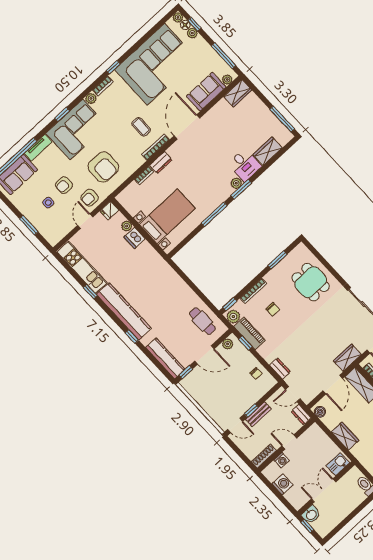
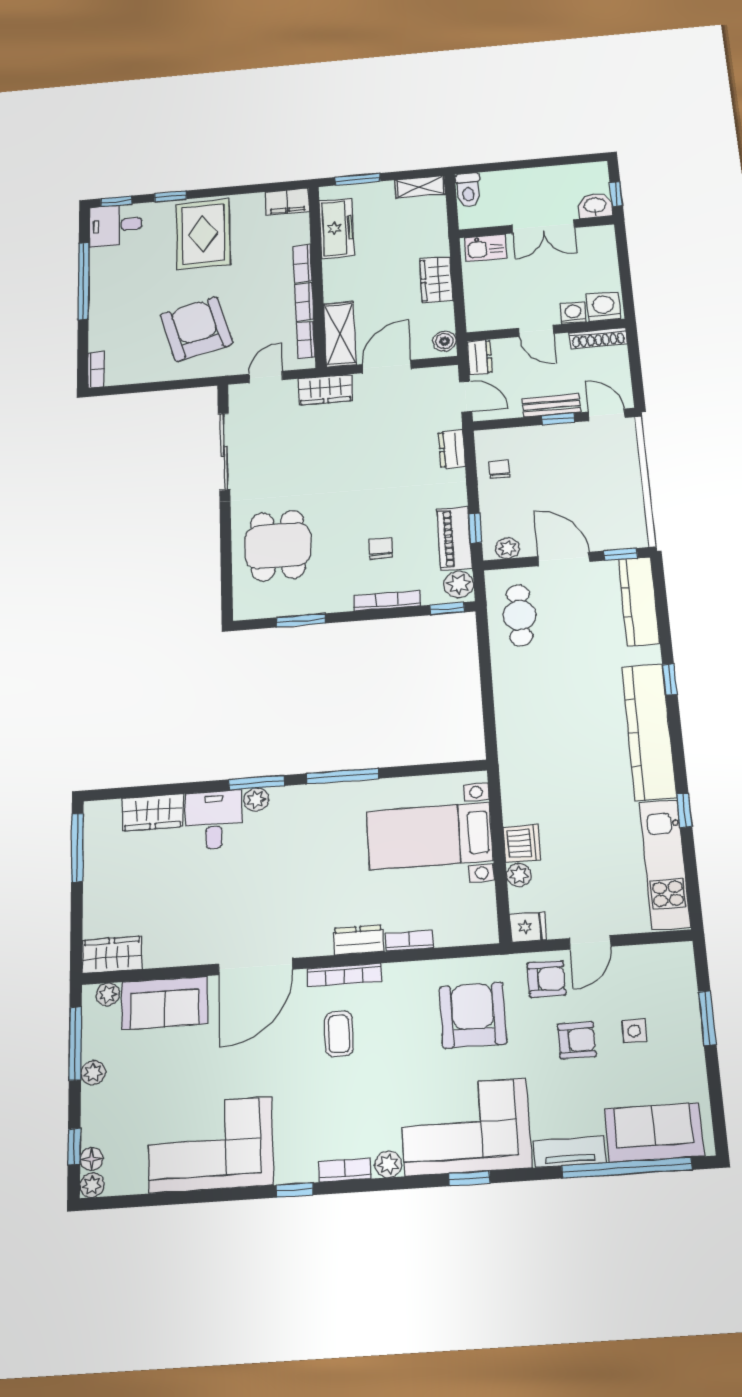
plant: (192, 33) -> (93, 1073), moved
corner sofa: (156, 64) -> (211, 1145), width x0.73, depth x0.74
washing machine: (283, 484) -> (603, 307), moved, turned 90

